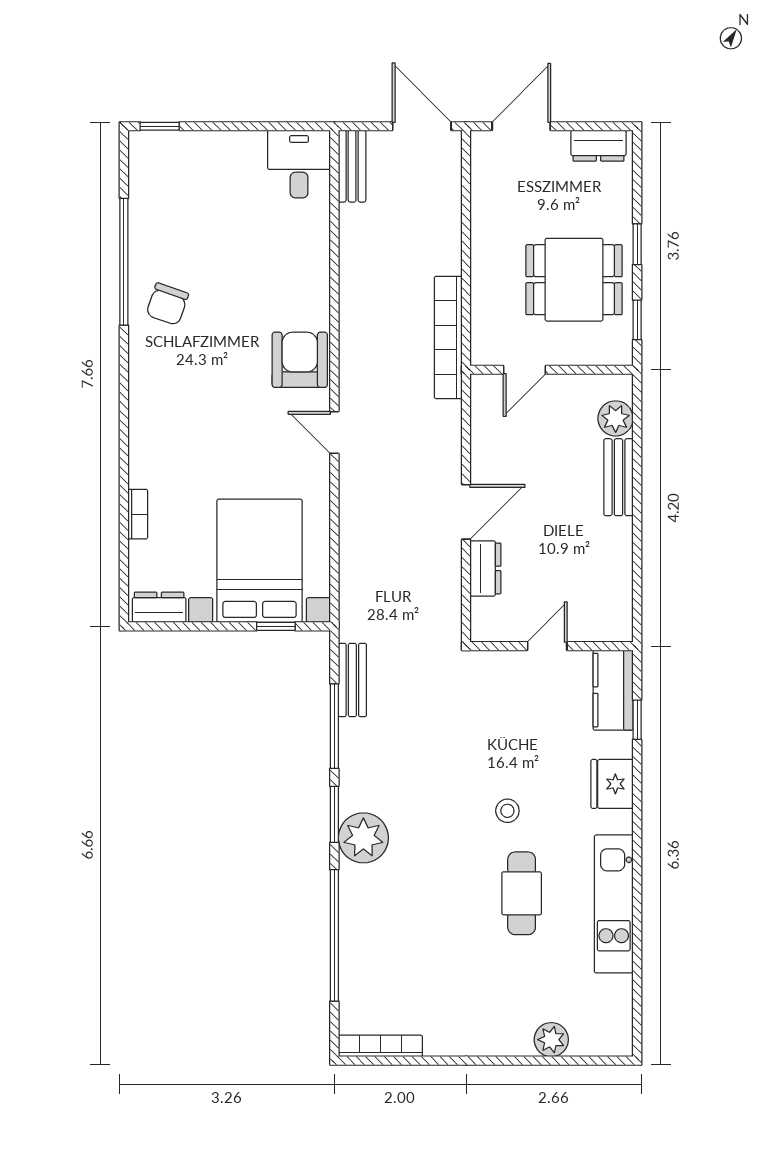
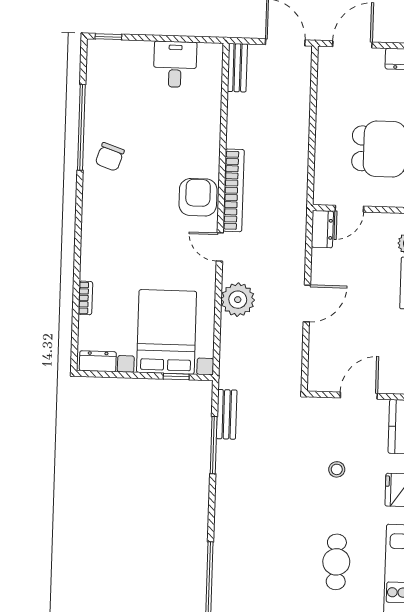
desk: (299, 164) -> (175, 64), moved
bookcase: (448, 337) -> (234, 190), moved, turned 180
dresser: (485, 568) -> (322, 229), moved
door: (547, 646) -> (359, 396), width x1.38
stool: (507, 811) -> (337, 469), moved
window: (334, 814) -> (212, 505), removed
plant: (363, 838) -> (238, 300), moved

